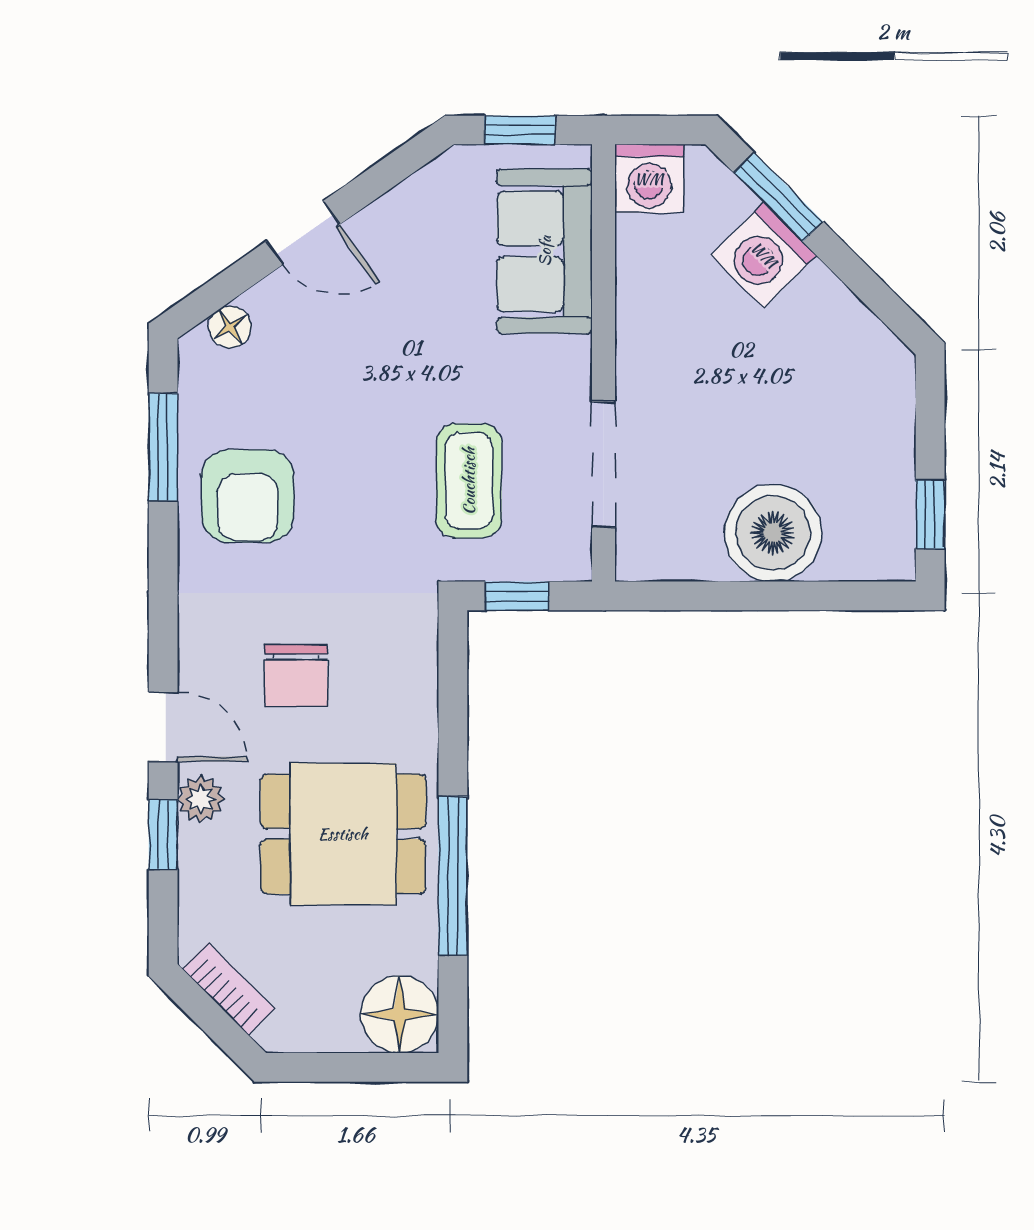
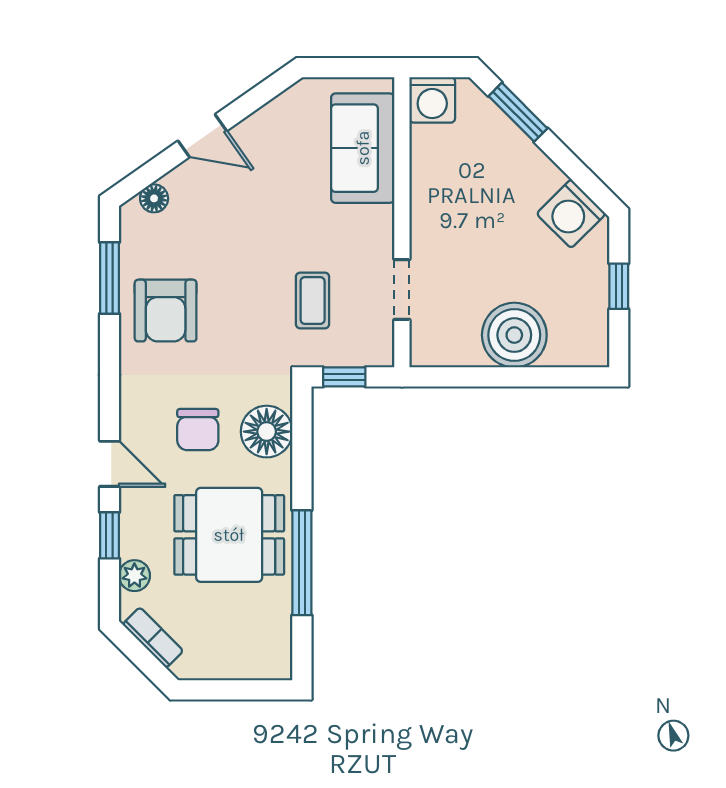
window: (520, 130) -> (346, 68), removed
washing machine: (764, 255) -> (571, 214), moved
doorway: (603, 464) -> (402, 290), width x0.73
coffee table: (469, 481) -> (313, 300), width x0.73, depth x0.77
window: (930, 514) -> (619, 286), moved
plant: (201, 799) -> (134, 576), moved
floor lamp: (400, 1014) -> (267, 432), moved

